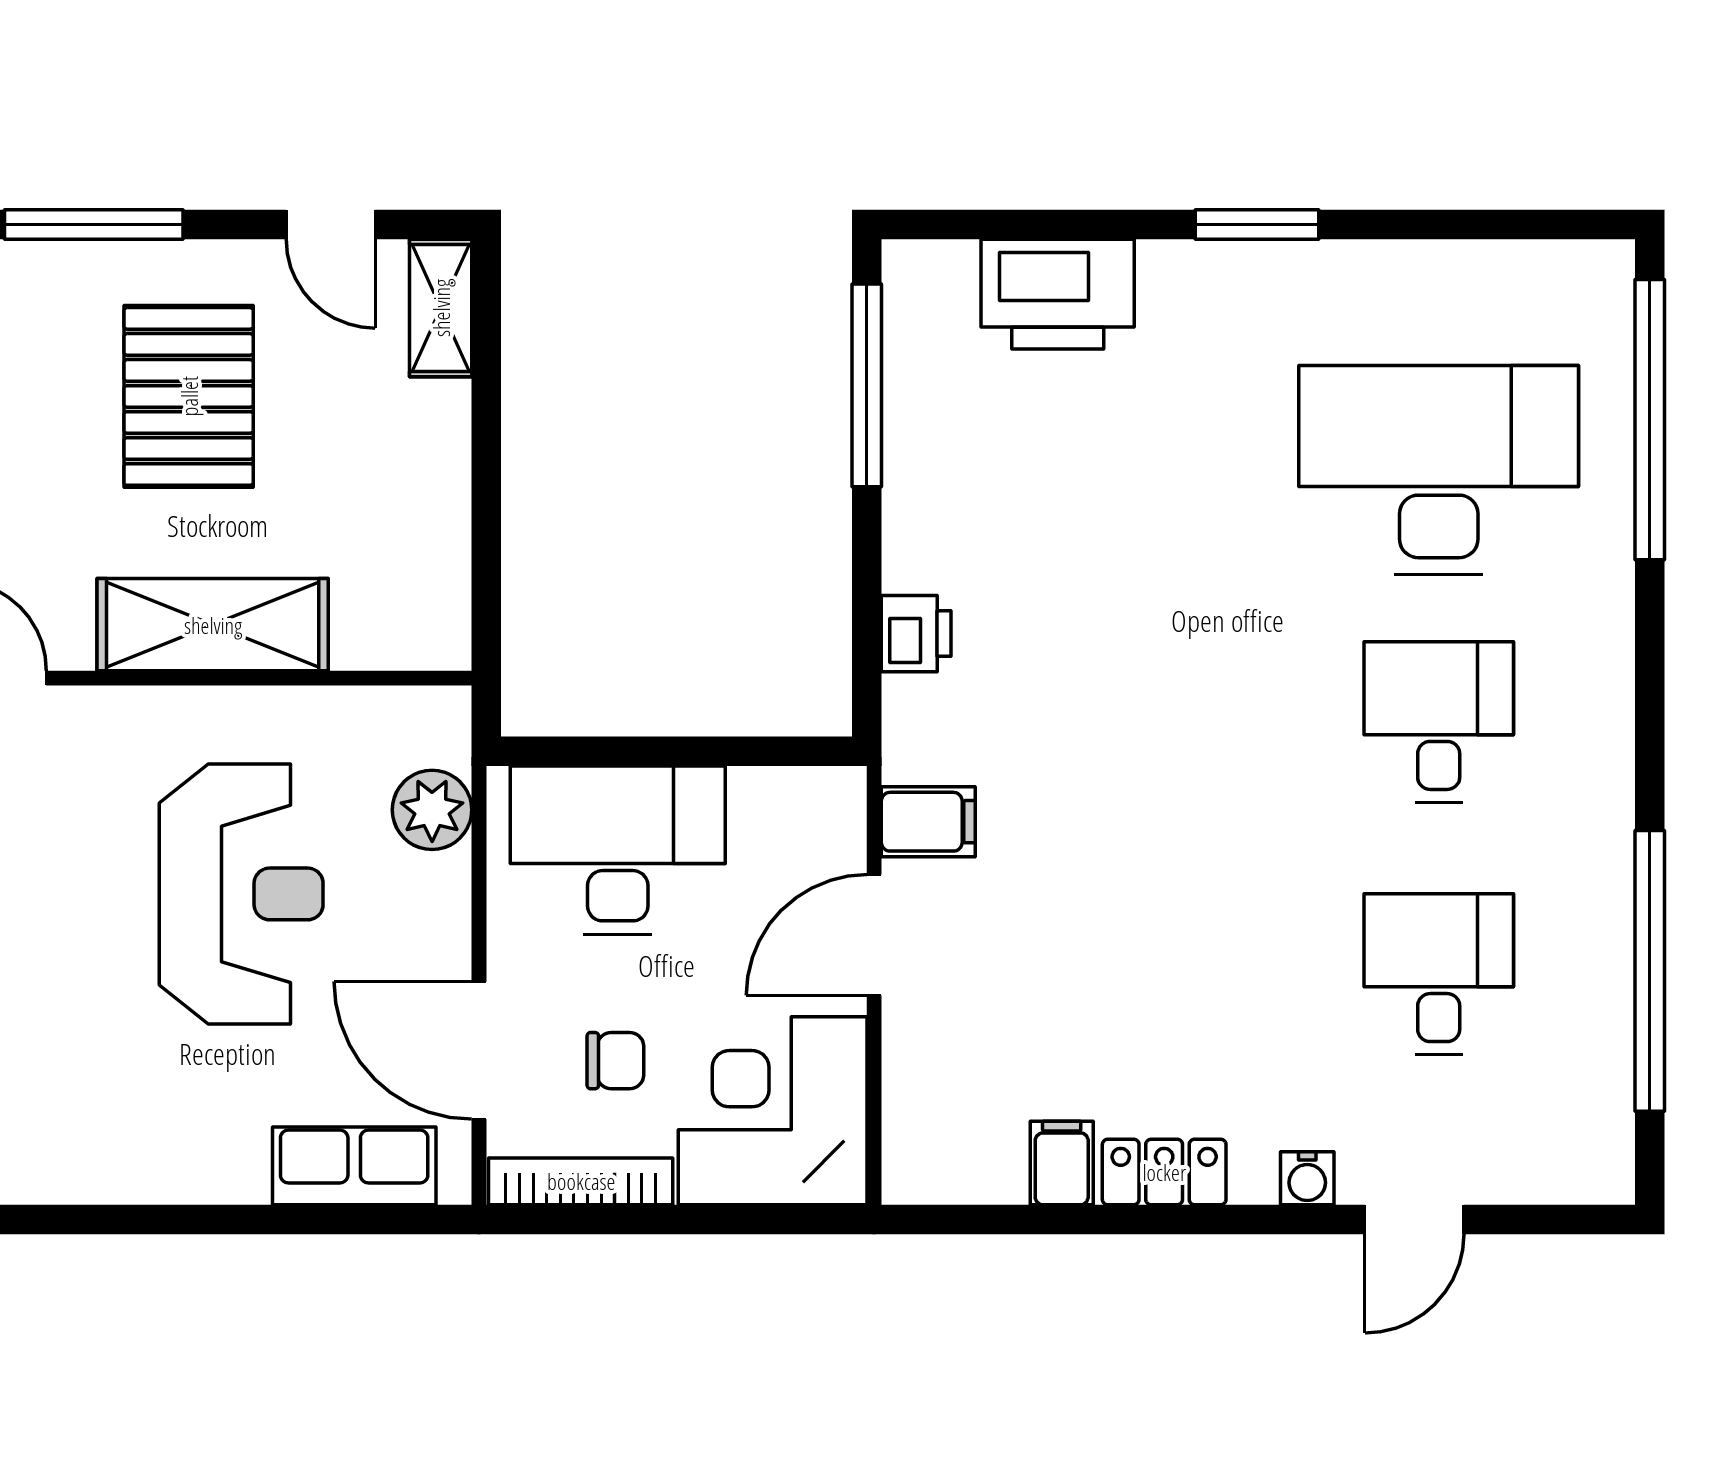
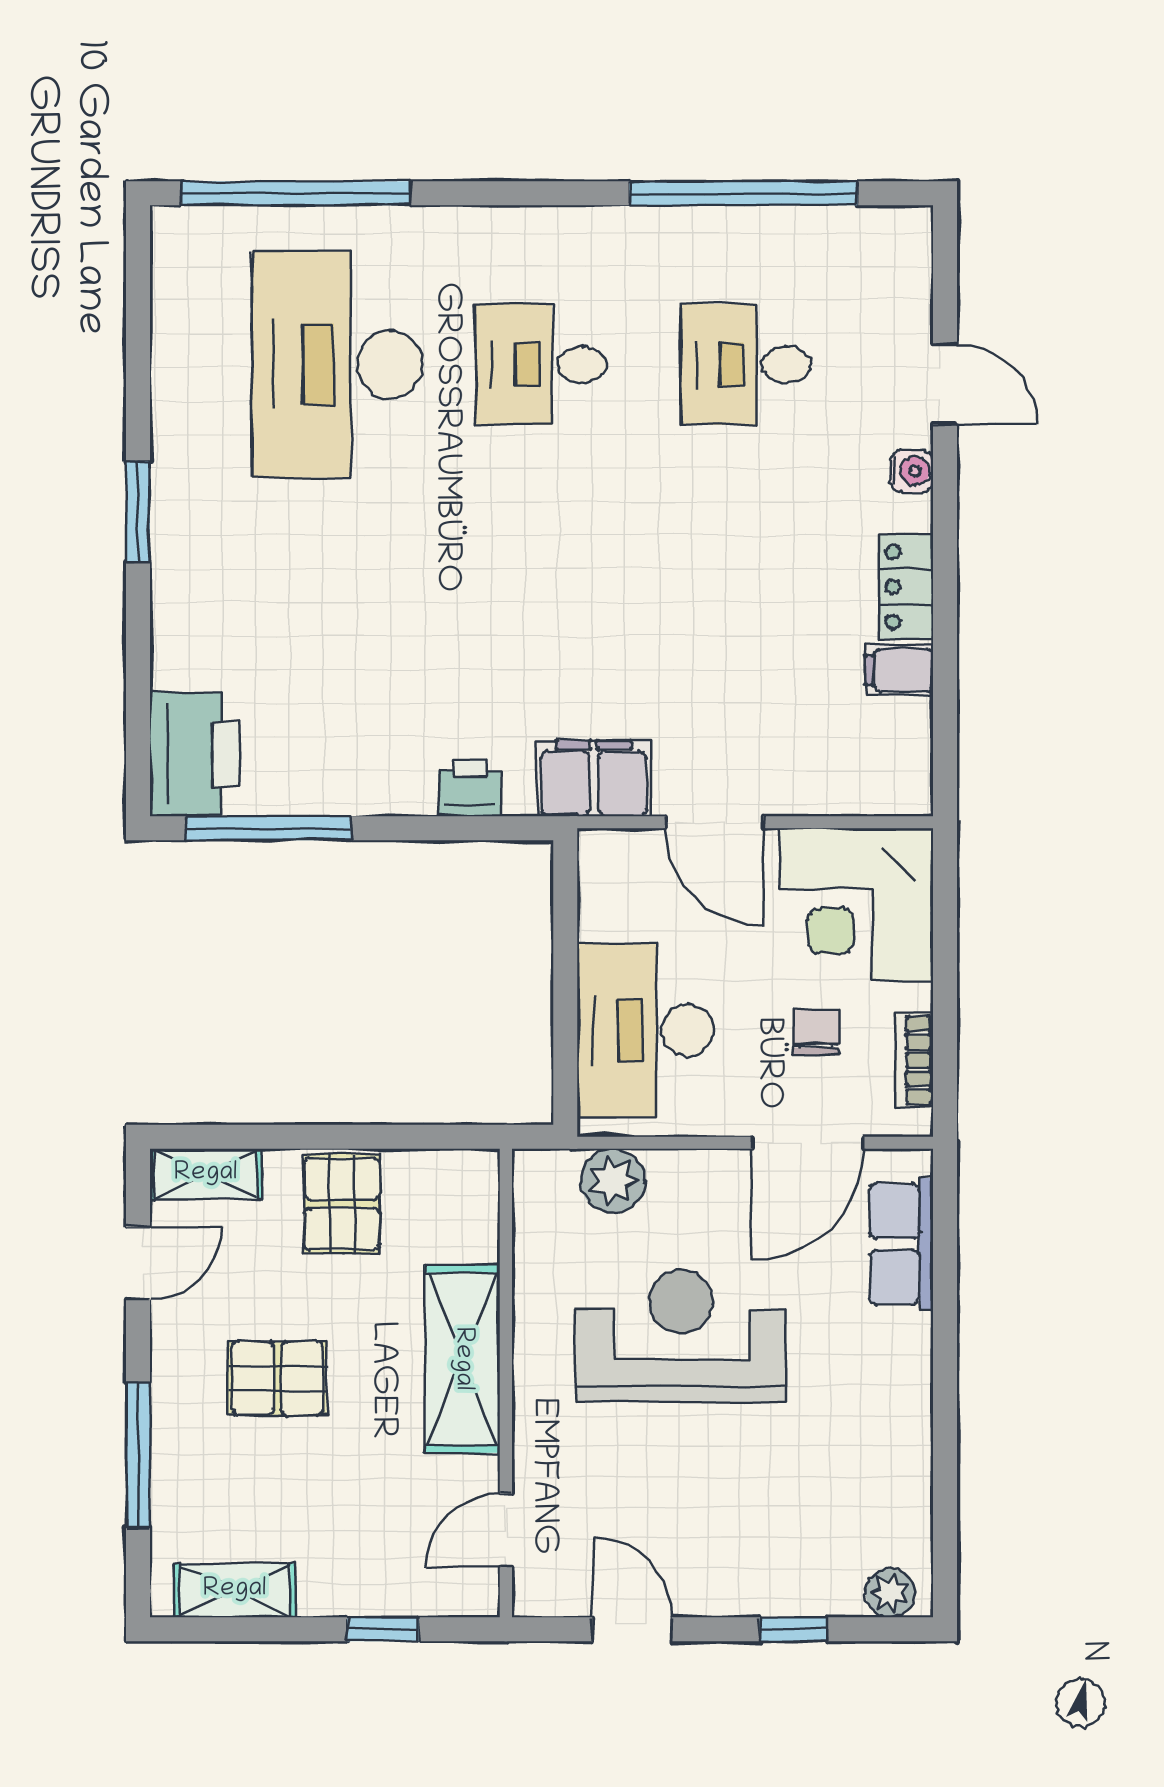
printer: (1058, 294) -> (194, 754), moved
pallet: (189, 396) -> (277, 1378), width x0.67, depth x0.71
pallet: (404, 476) -> (342, 1204), added
filing cabinet: (928, 822) -> (594, 778), width x2.00
bookcase: (581, 1181) -> (914, 1060), width x0.64

